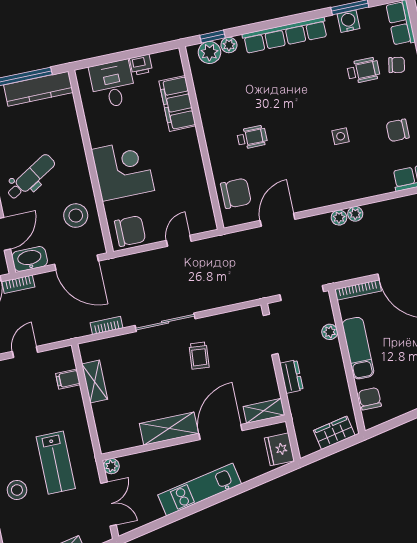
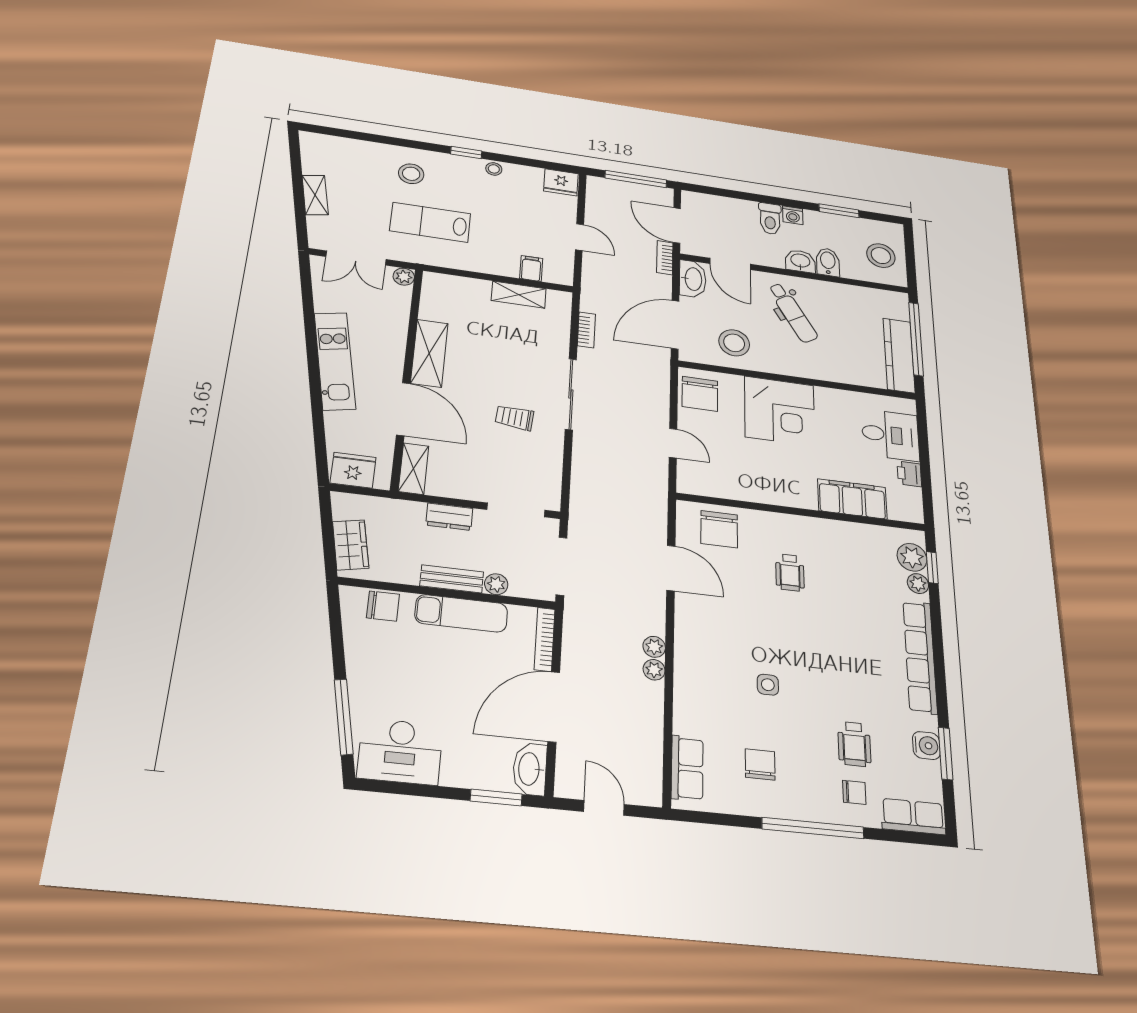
chair: (397, 65) -> (854, 792), turned -100
bench: (336, 361) -> (452, 579), added

